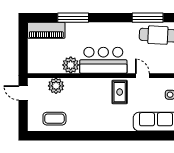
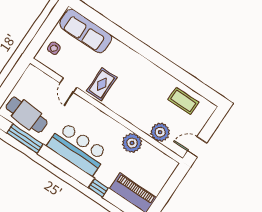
window: (73, 18) -> (98, 188), width x0.46
bar counter: (103, 60) -> (78, 149), moved, turned 180
door: (23, 93) -> (197, 147), swing flipped

